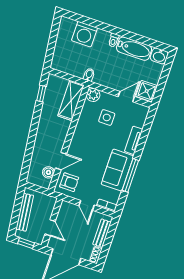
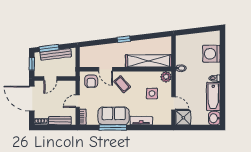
window: (41, 94) -> (124, 39), moved
shelving: (71, 100) -> (149, 61), width x1.47
coffee table: (85, 148) -> (122, 84), added
boiler: (48, 172) -> (93, 62), removed
window: (15, 217) -> (49, 48), added

